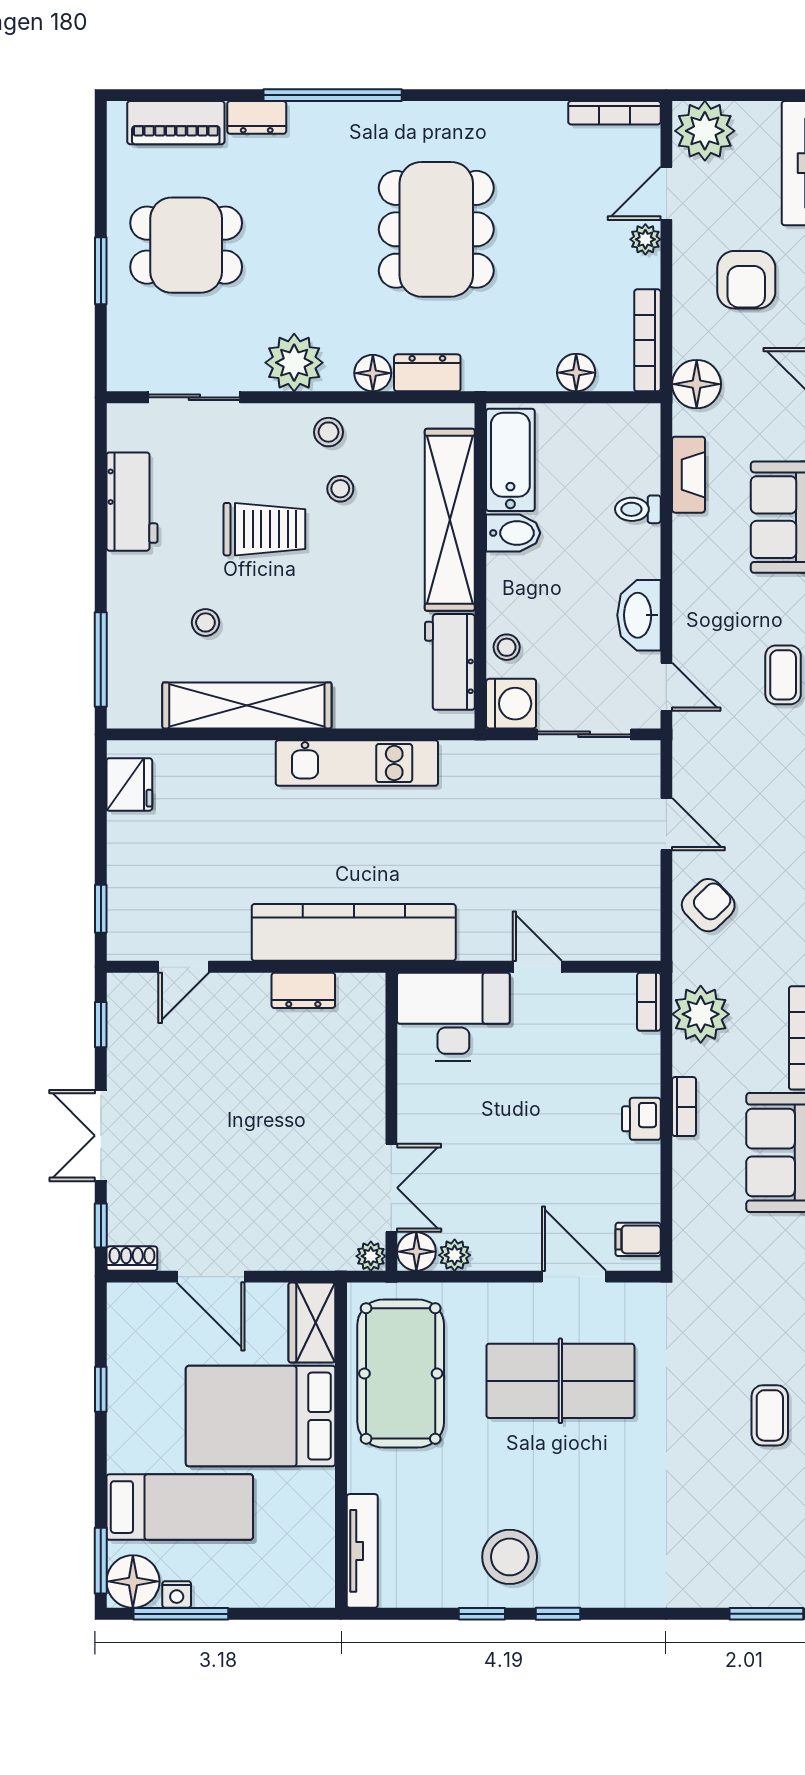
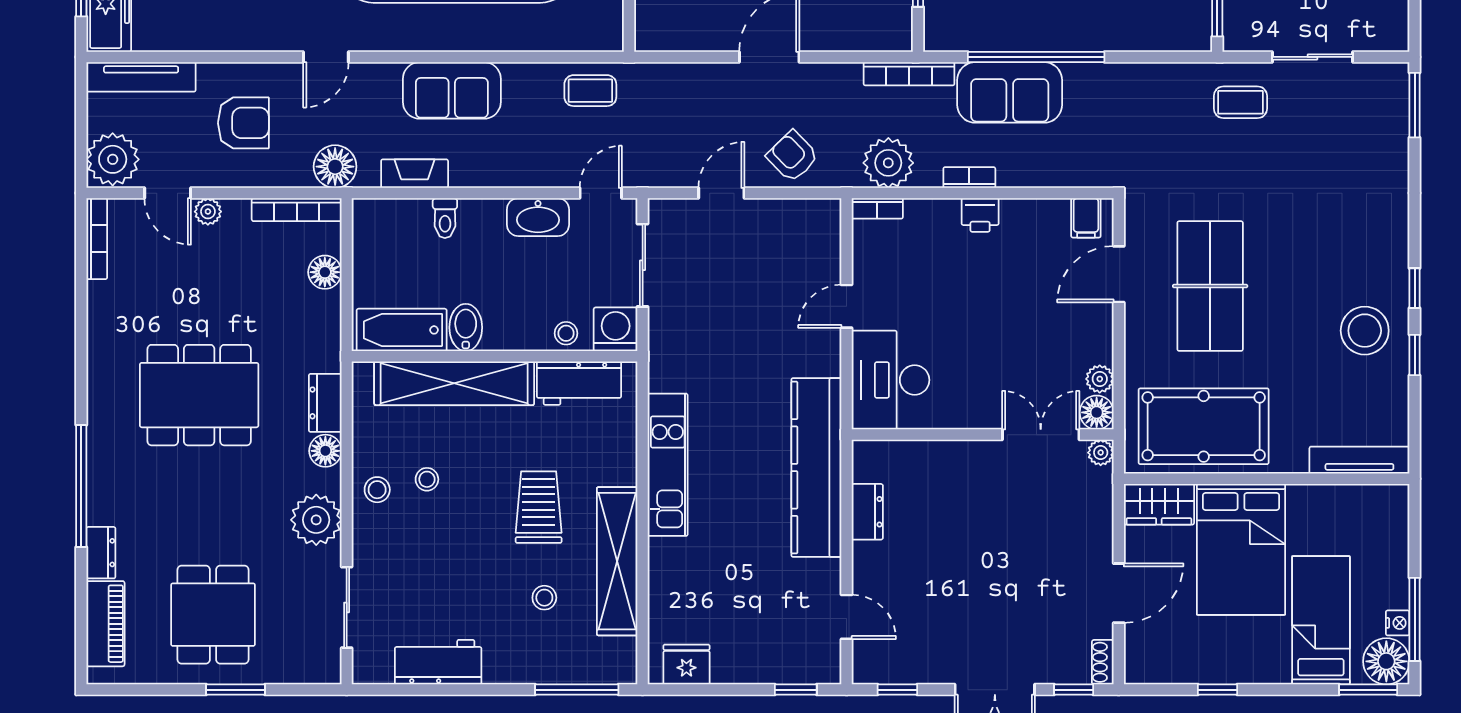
trolley: (264, 529) -> (539, 507), moved

